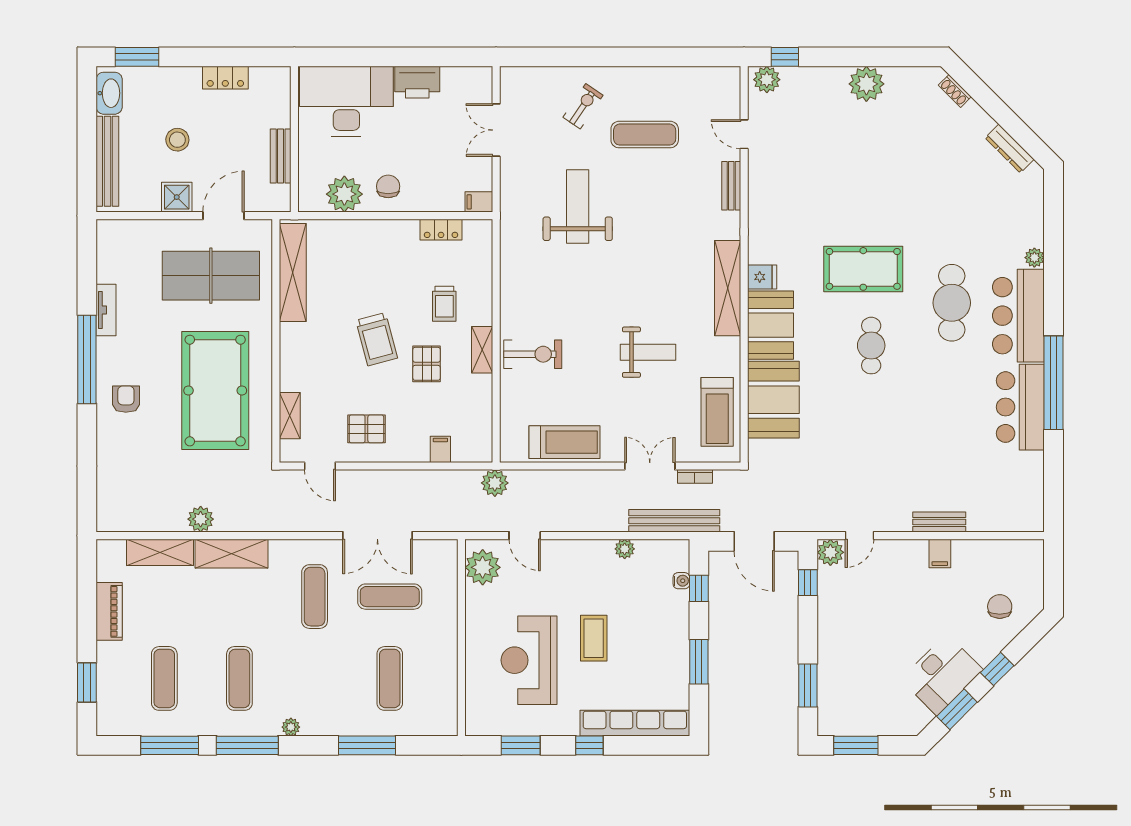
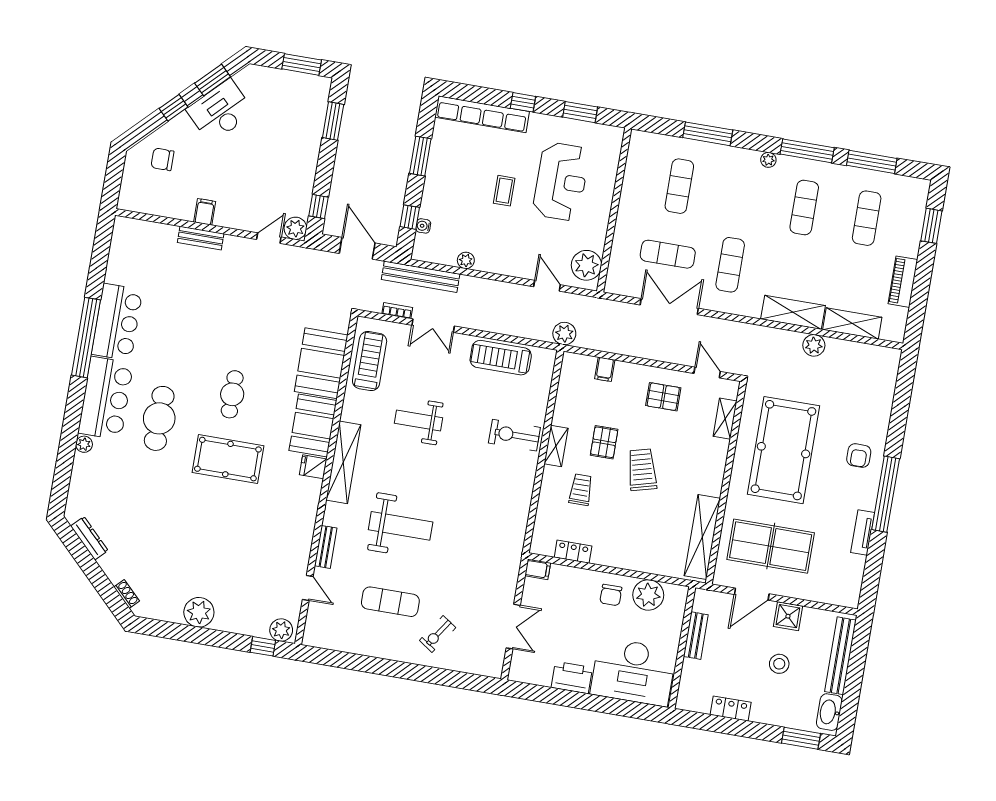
weight bench: (578, 207) -> (401, 526), moved, turned -90
chair: (1000, 607) -> (162, 159), turned 90
coffee table: (594, 638) -> (504, 191), width x0.73, depth x0.77

